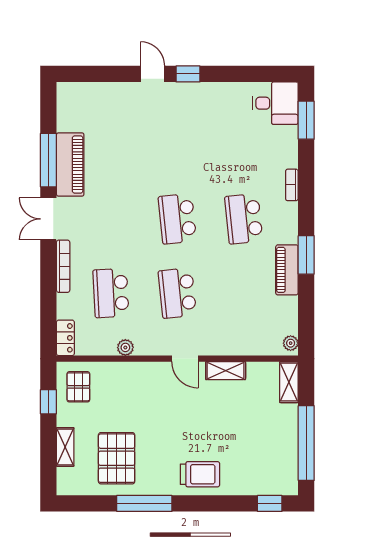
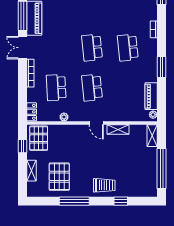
piano: (287, 270) -> (151, 96), moved
pallet: (78, 387) -> (39, 138), width x1.50, depth x1.42
window: (270, 503) -> (121, 201), moved

